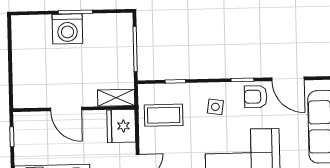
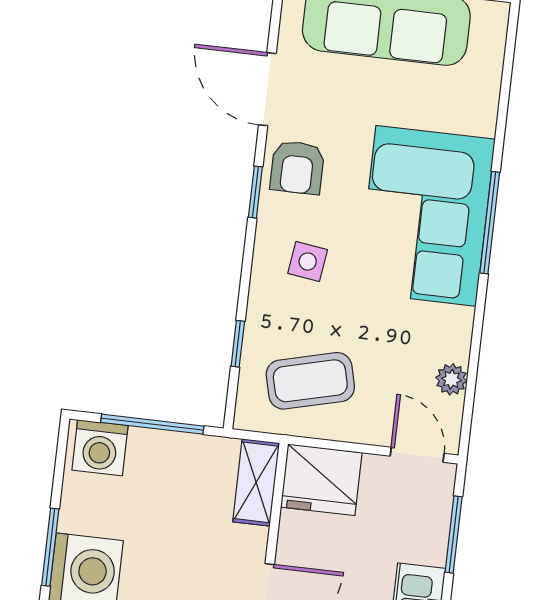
washing machine: (122, 28) -> (100, 448), added
door: (288, 79) -> (267, 89), swing flipped
coffee table: (164, 115) -> (310, 381), turned 76

